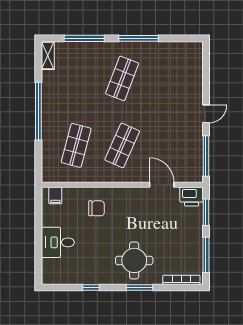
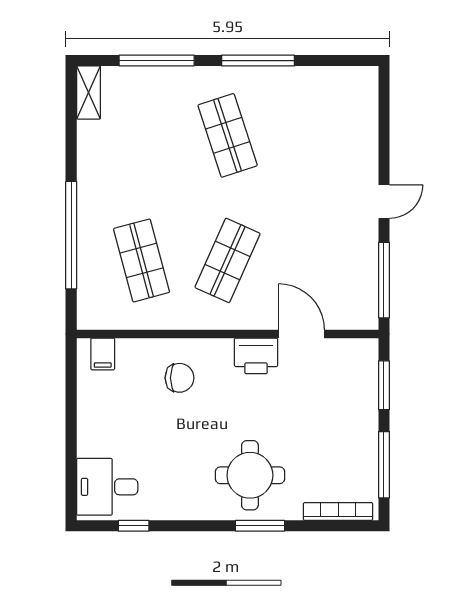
shop shelf: (122, 78) -> (228, 135), turned -39
window: (38, 111) -> (71, 235), moved
shop shelf: (76, 145) -> (142, 260), turned -30
printer: (191, 197) -> (256, 356), moved
desk: (58, 242) -> (107, 487), moved
window: (91, 287) -> (134, 526), moved

